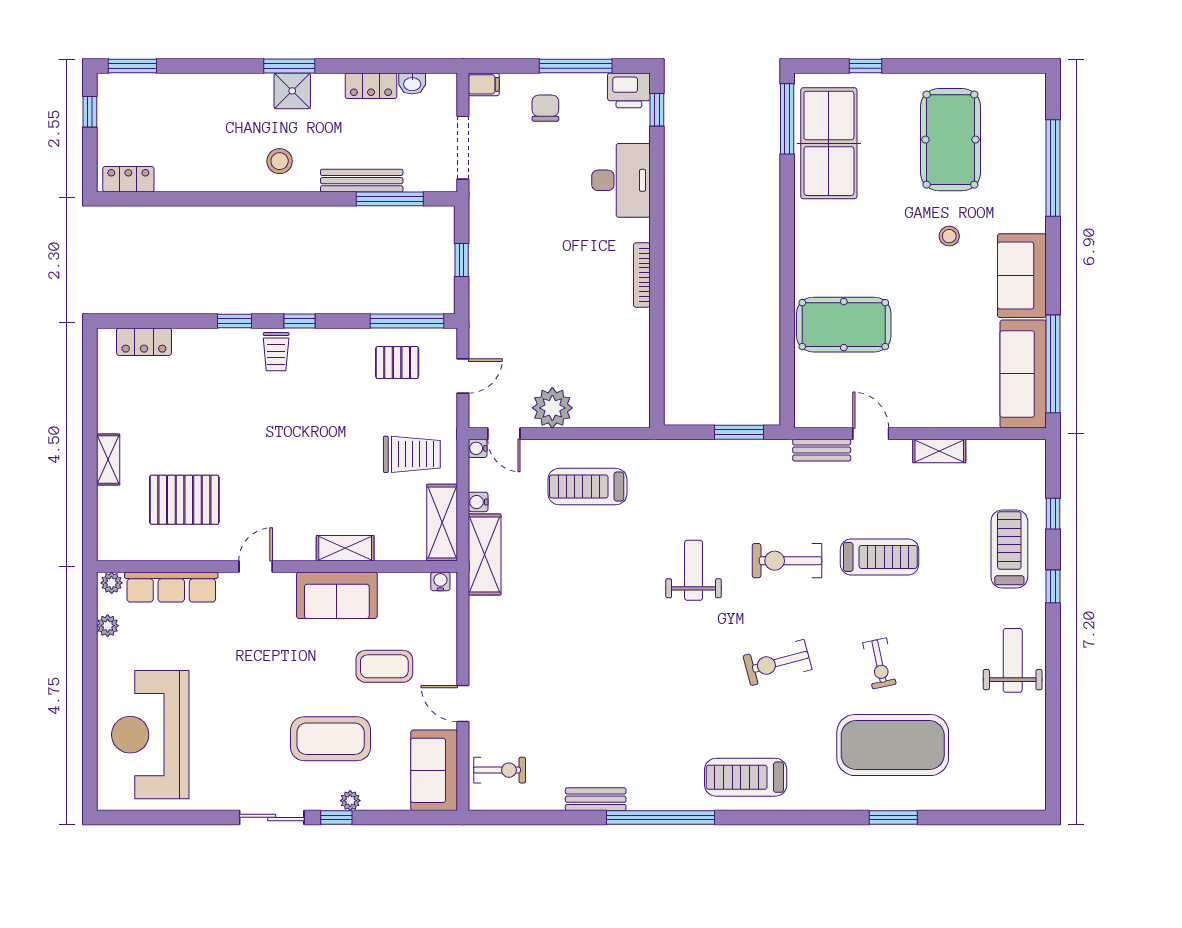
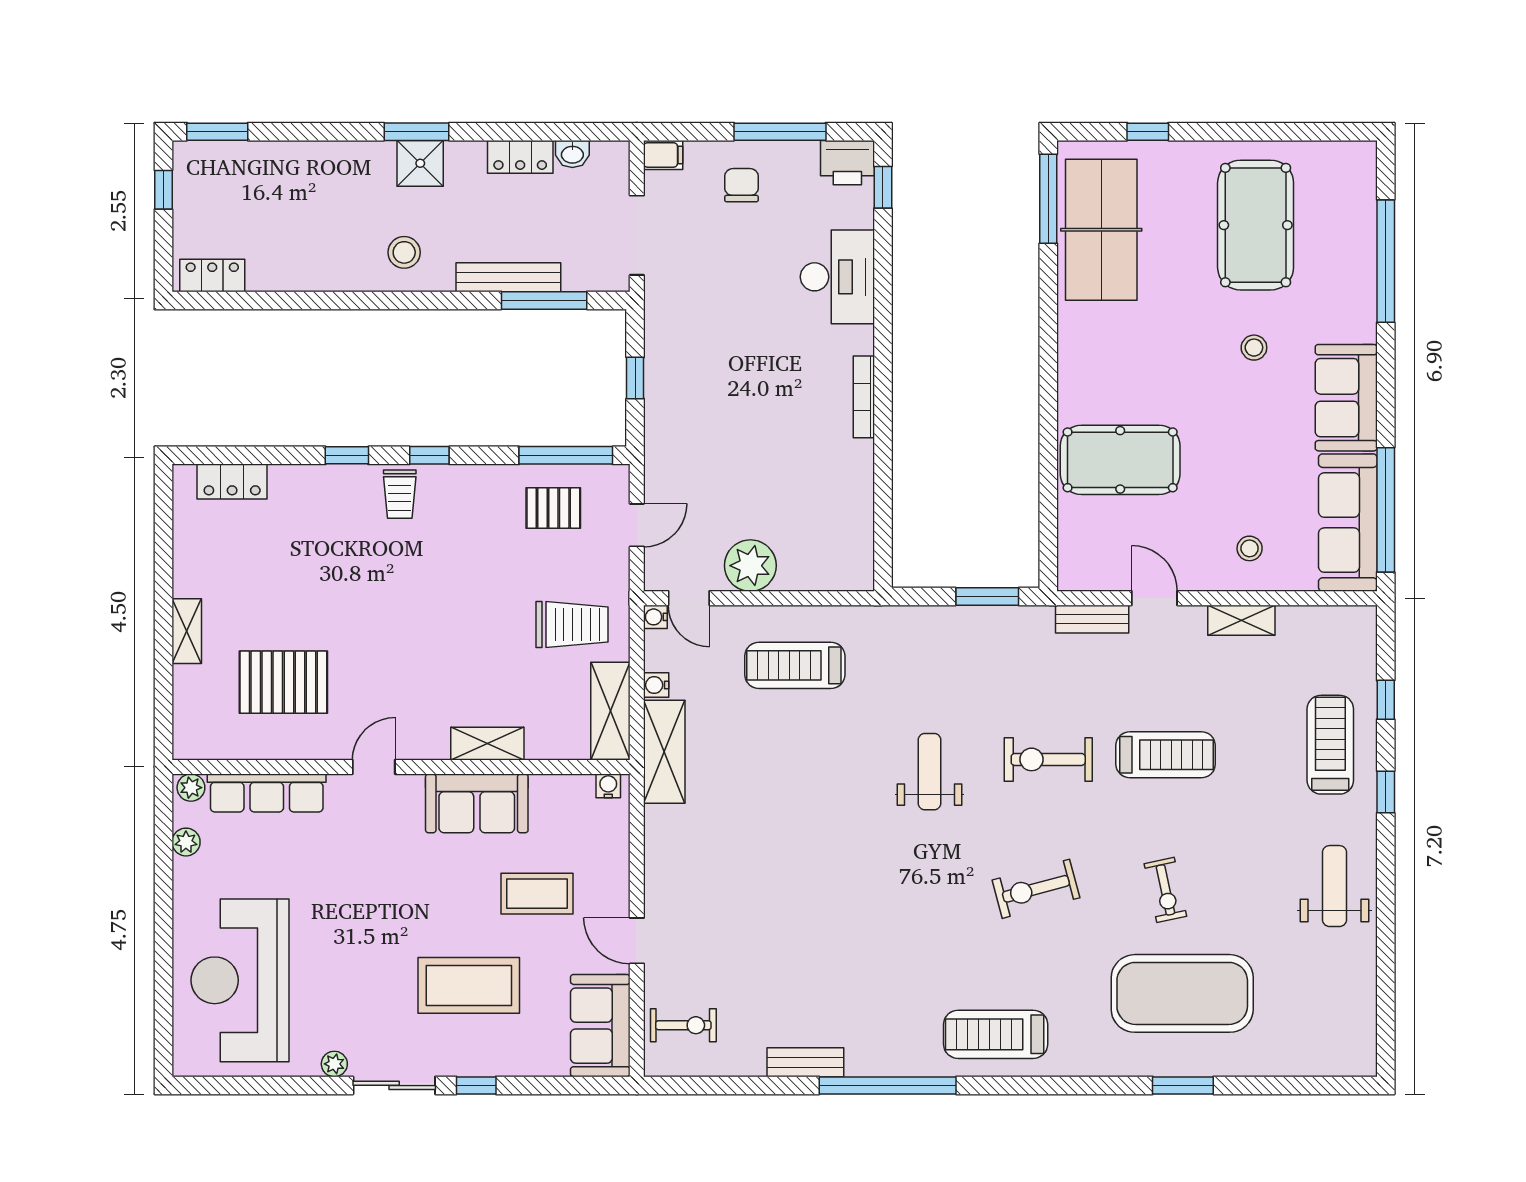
stool: (946, 394) -> (1250, 548), added
plant: (350, 801) -> (334, 1064), moved

